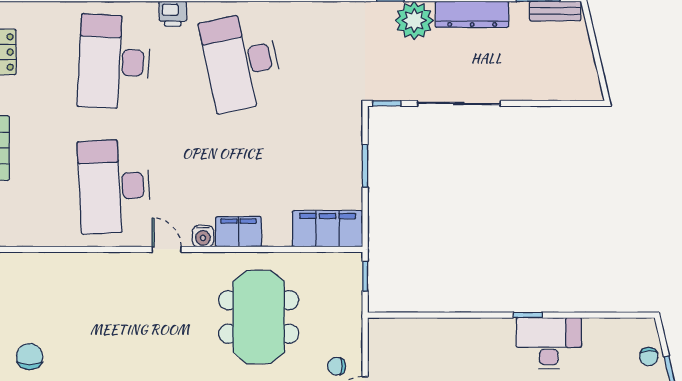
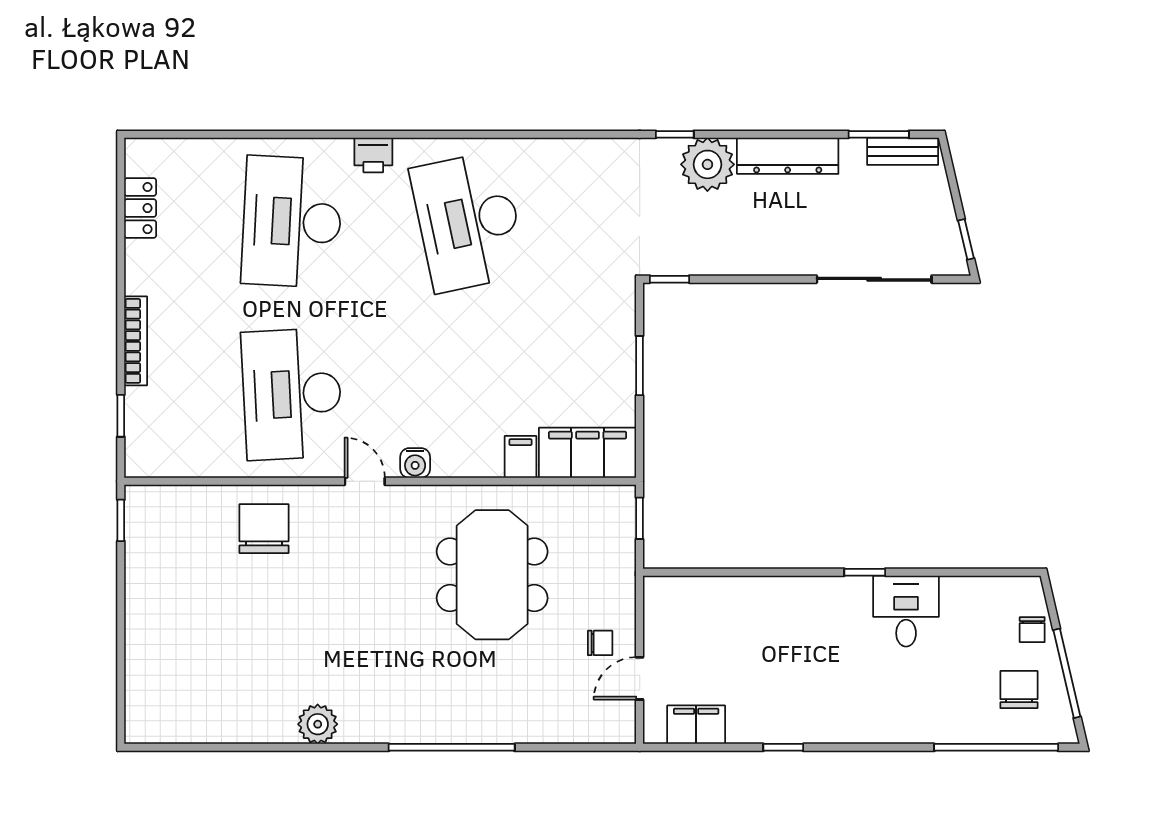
window: (601, 75) -> (966, 239), added
sliding door: (459, 103) -> (874, 279), moved
filing cabinet: (239, 232) -> (520, 457), moved, width x0.50
desk: (549, 343) -> (906, 611), width x0.73
chair: (30, 356) -> (264, 529), moved, width x1.37, depth x1.37
chair: (337, 366) -> (600, 643), turned 180

